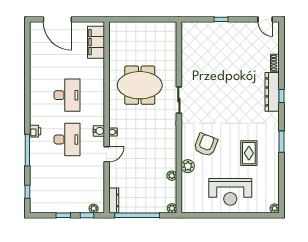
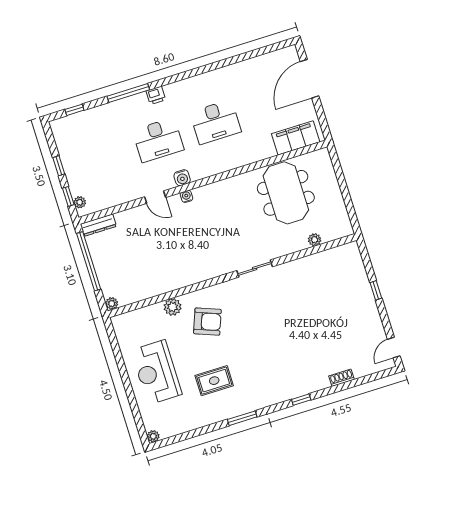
meeting table: (140, 85) -> (286, 193), moved
dresser: (272, 92) -> (303, 386), removed
plant: (172, 176) -> (315, 240), moved

